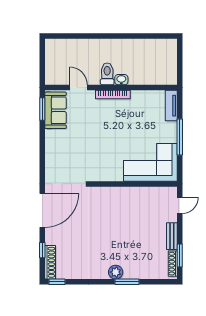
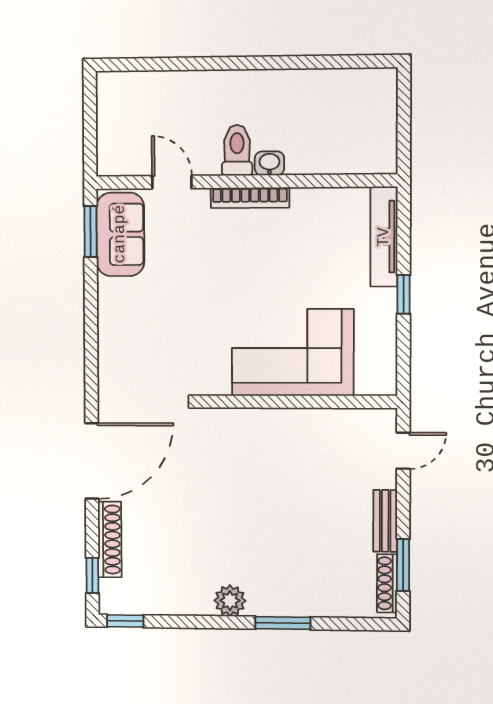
tv unit: (171, 106) -> (384, 237), width x1.41
window: (180, 137) -> (404, 294), width x0.46
corner sofa: (150, 162) -> (293, 352), moved
window: (42, 250) -> (92, 575), moved
shoe rack: (50, 262) -> (110, 539), moved
plant: (116, 272) -> (230, 601), moved

